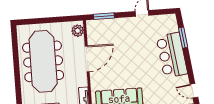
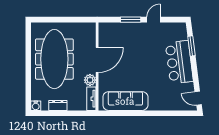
window: (104, 16) -> (131, 20), moved
plant: (78, 31) -> (90, 80), moved

